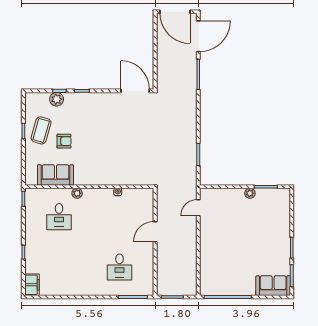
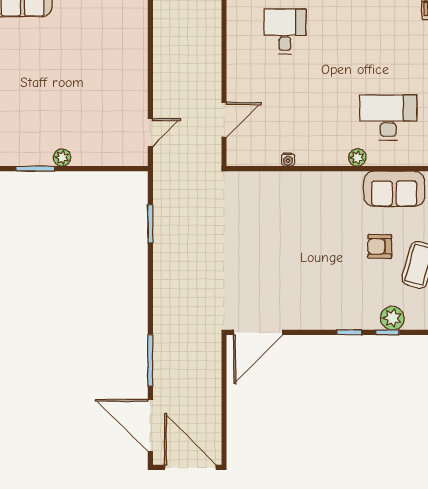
door: (198, 36) -> (150, 426), hinge flipped
door: (135, 91) -> (258, 332), hinge flipped
desk: (59, 217) -> (388, 118), width x1.37
door: (155, 232) -> (224, 120), moved

